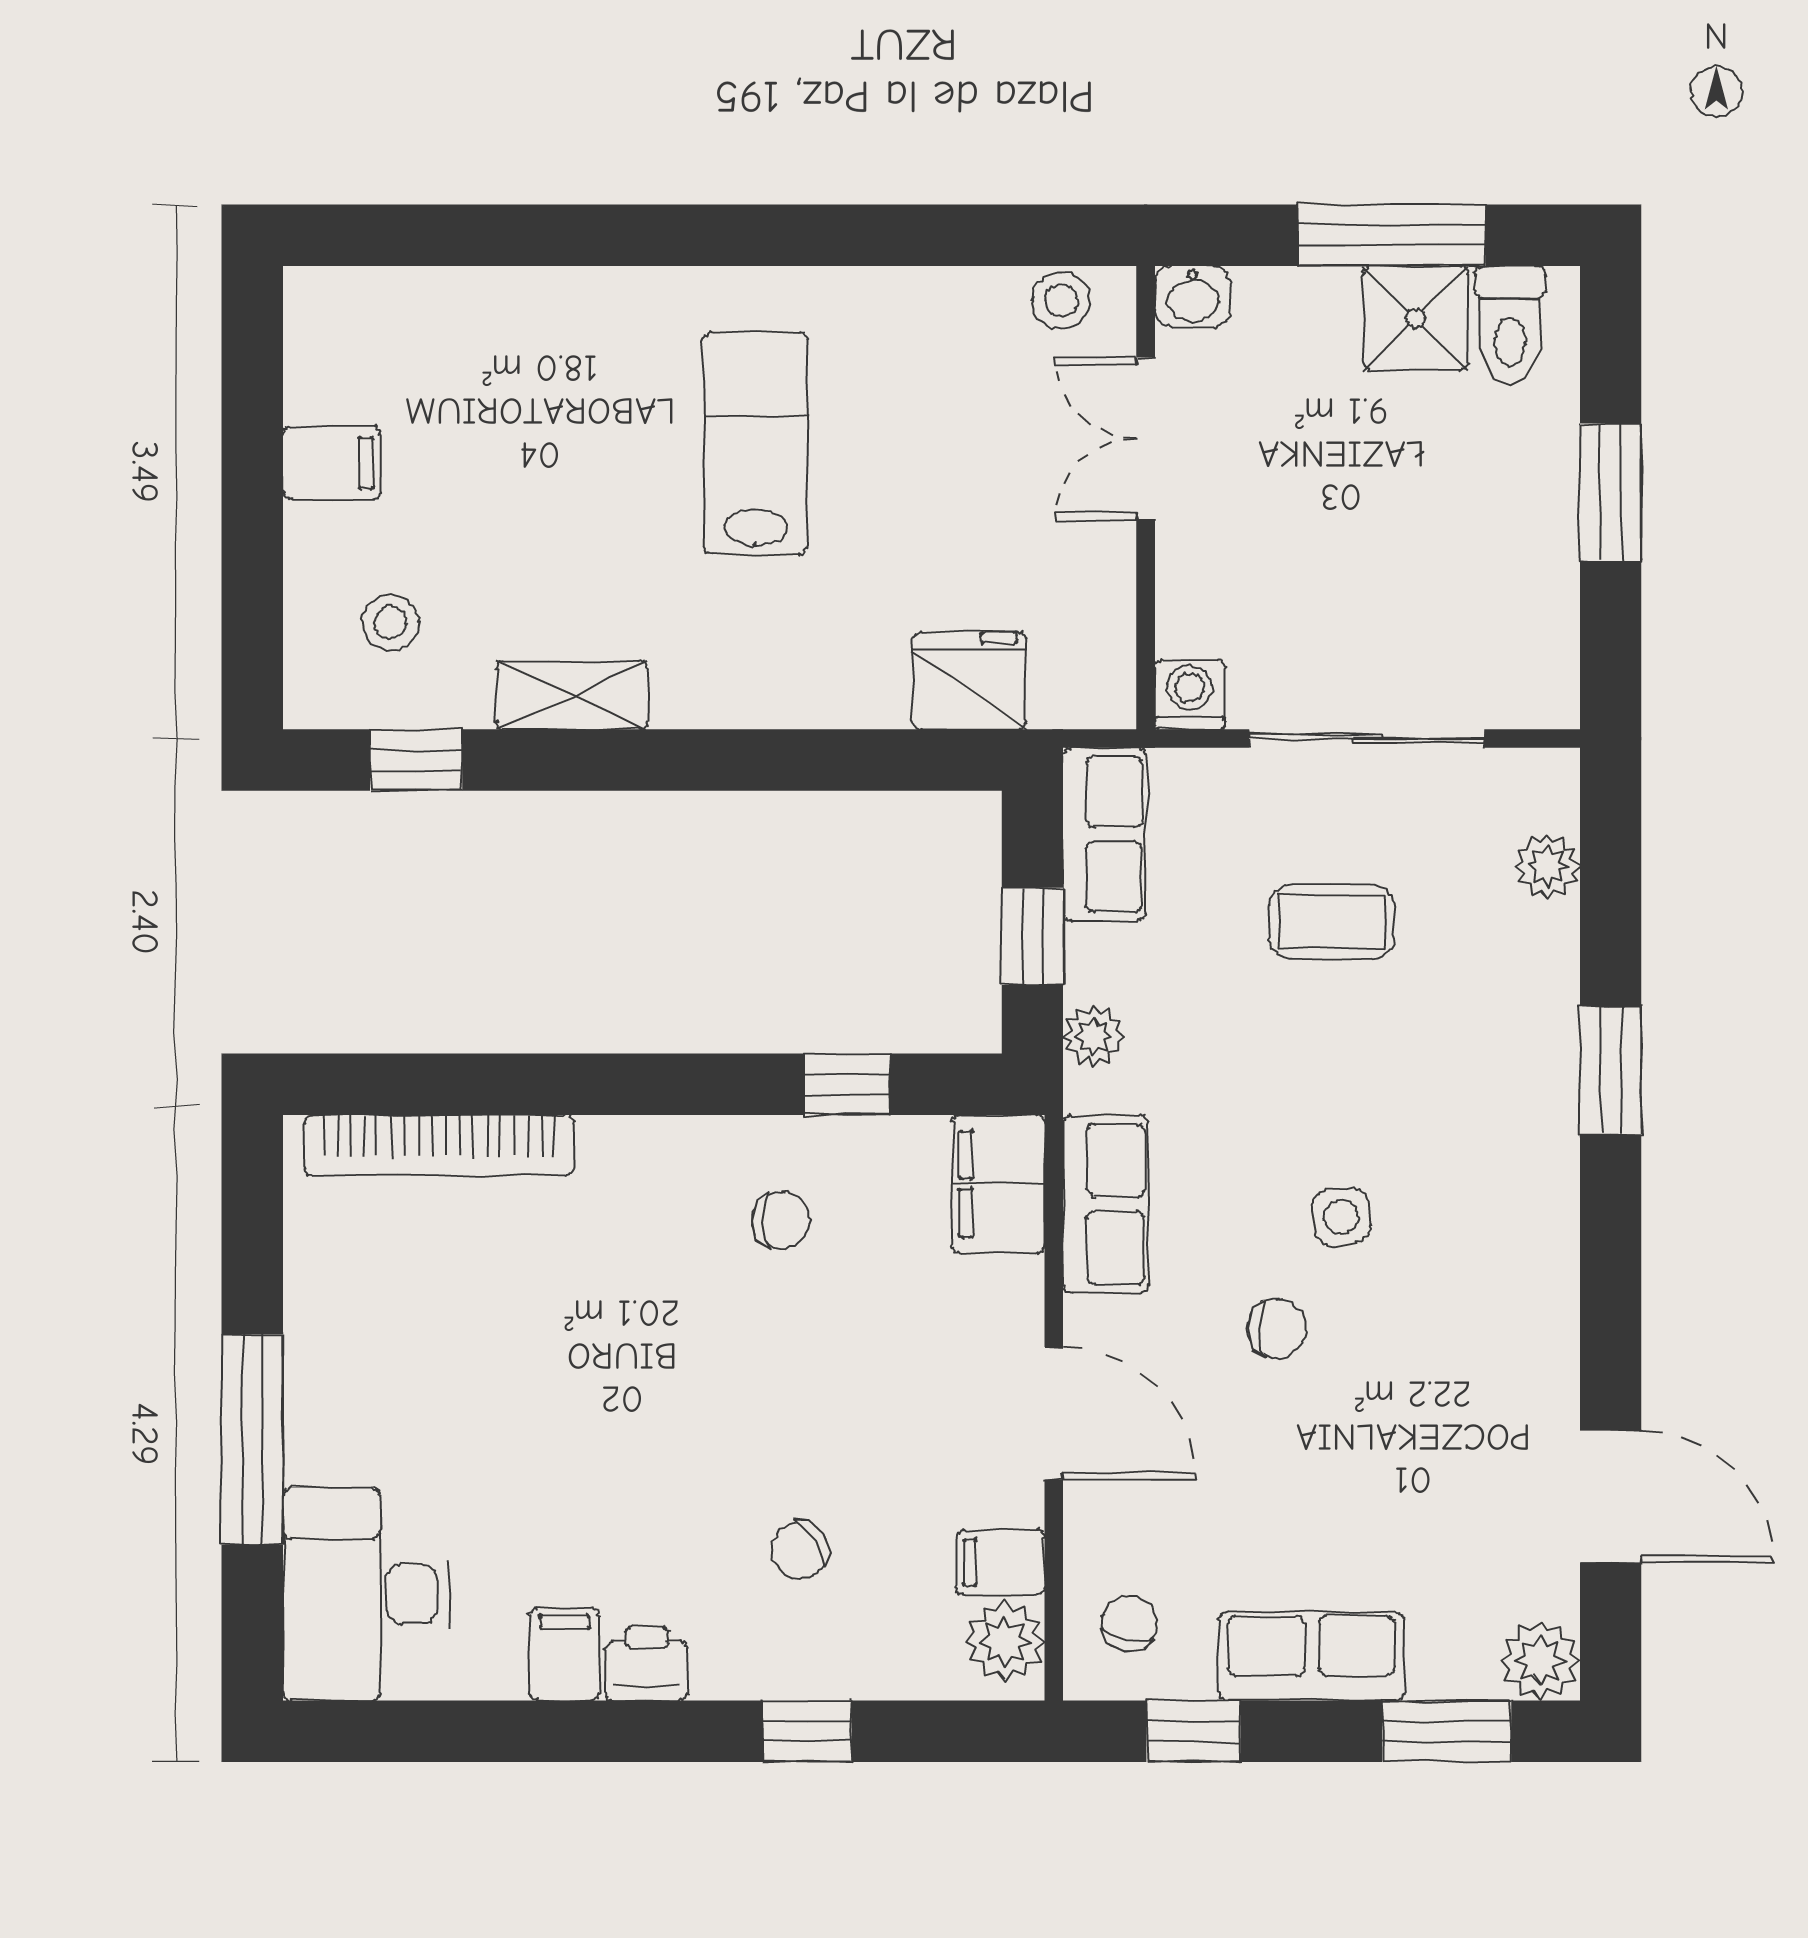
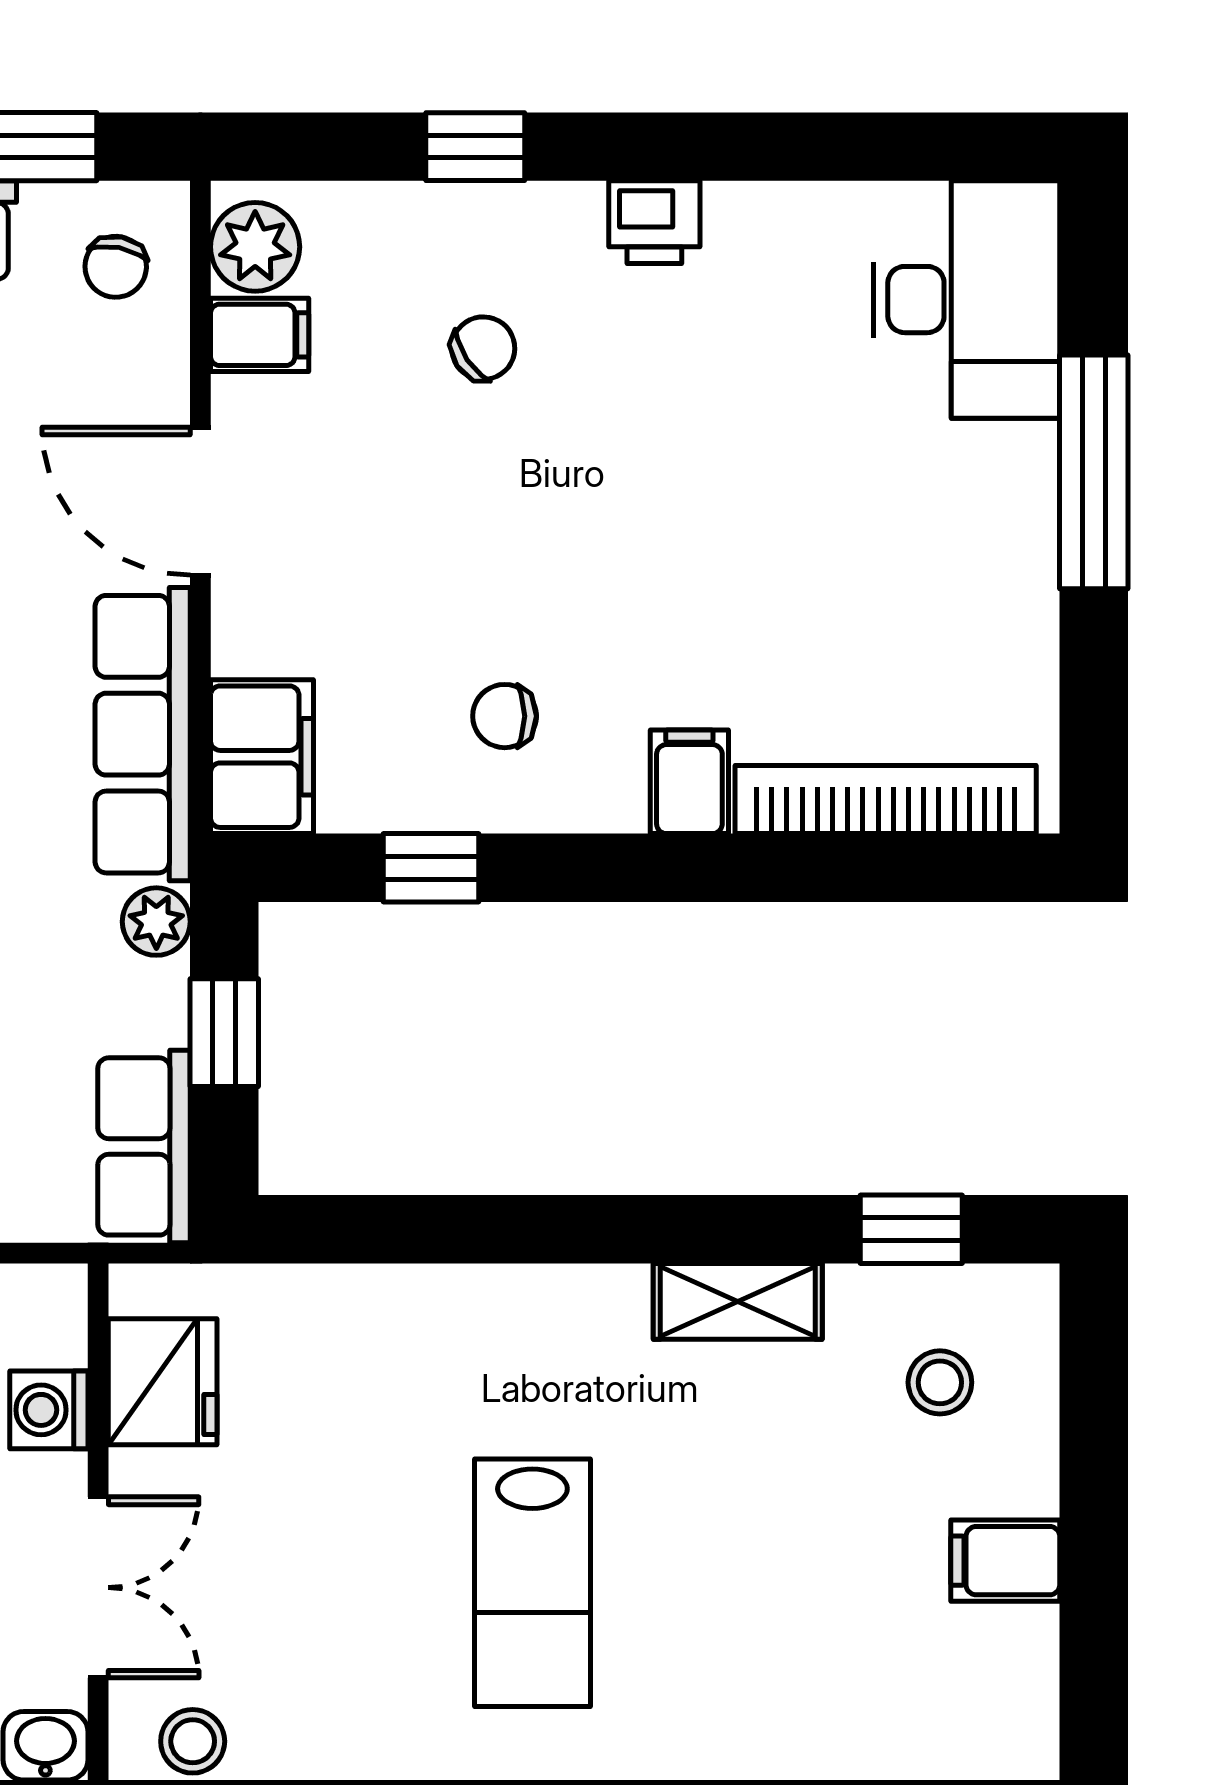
fridge: (969, 681) -> (163, 1382), moved, turned -90
washing machine: (1190, 694) -> (49, 1410), moved, turned 90
row of seats: (1106, 1204) -> (143, 734), width x1.48
filing cabinet: (565, 1654) -> (689, 782), moved, turned 180

